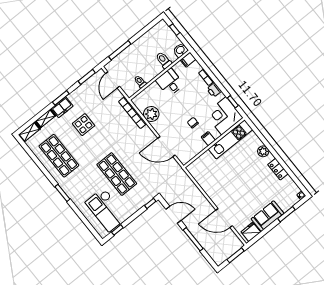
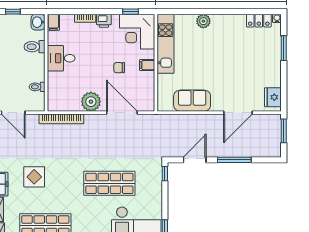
plant: (151, 114) -> (91, 102), moved
door: (167, 147) -> (122, 113), swing flipped
locker: (278, 169) -> (259, 21), moved
sofa: (267, 216) -> (192, 101), moved, turned 90

